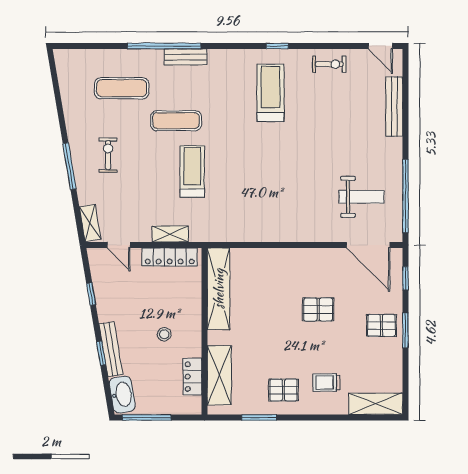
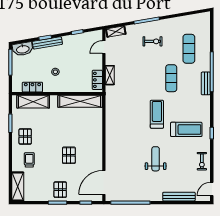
treadmill: (192, 171) -> (157, 114), moved, turned -90
weight bench: (362, 197) -> (156, 159), moved, turned 180
locker: (170, 257) -> (97, 80), width x0.66

